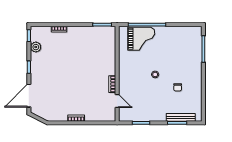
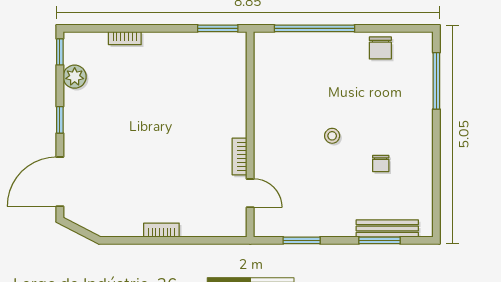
chair: (177, 34) -> (380, 48), added
grand piano: (141, 39) -> (302, 59), removed

